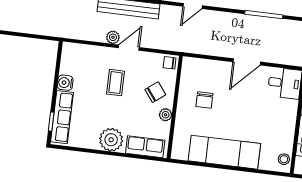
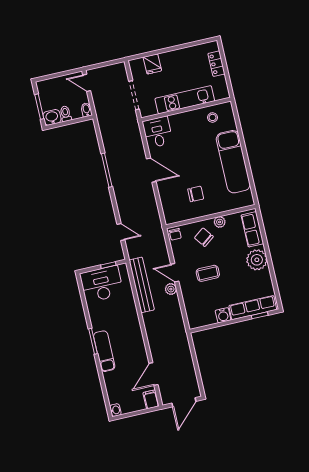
stool: (284, 159) -> (213, 117), moved

